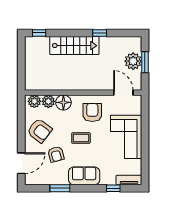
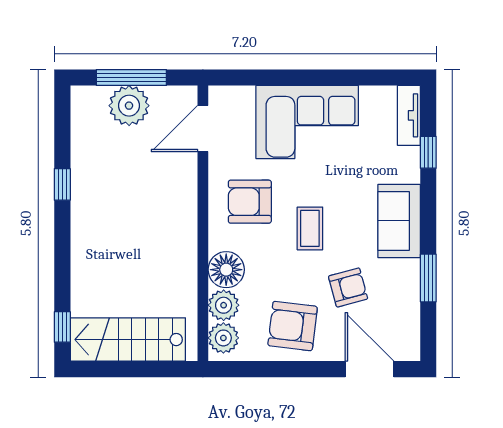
stairs: (74, 46) -> (128, 340), moved, turned -90
window: (145, 62) -> (131, 78), width x1.44
armchair: (40, 131) -> (293, 326), turned -120

